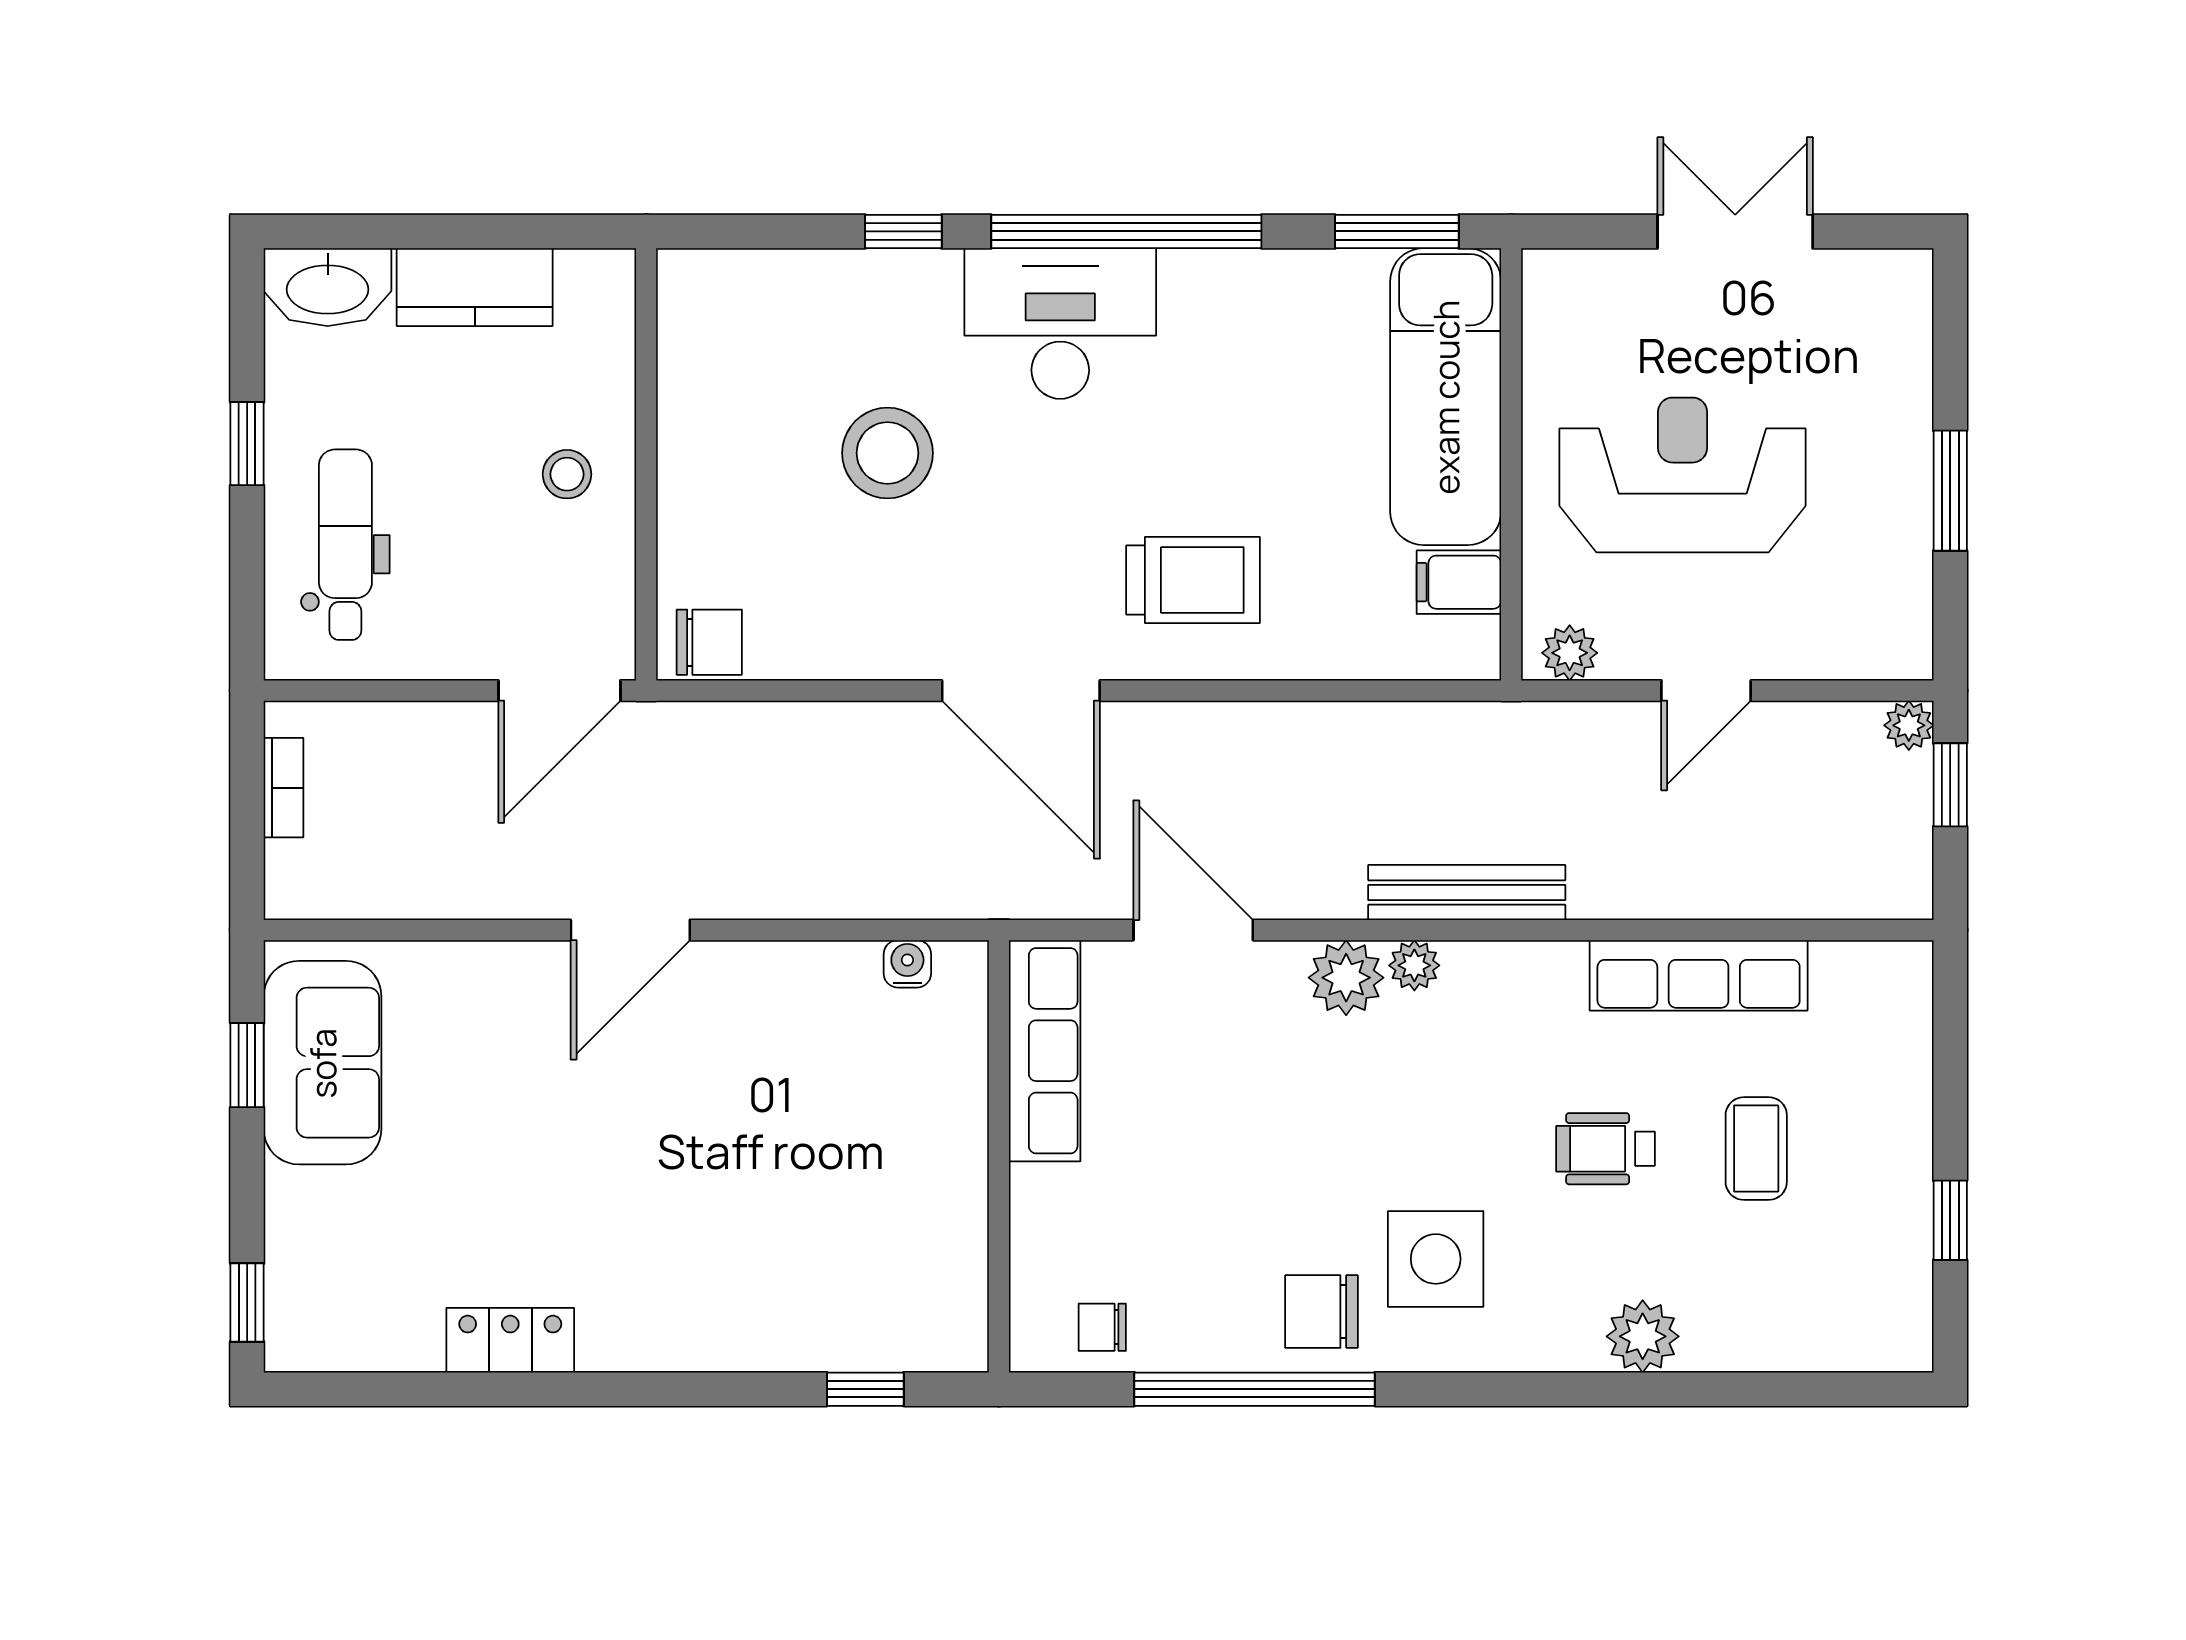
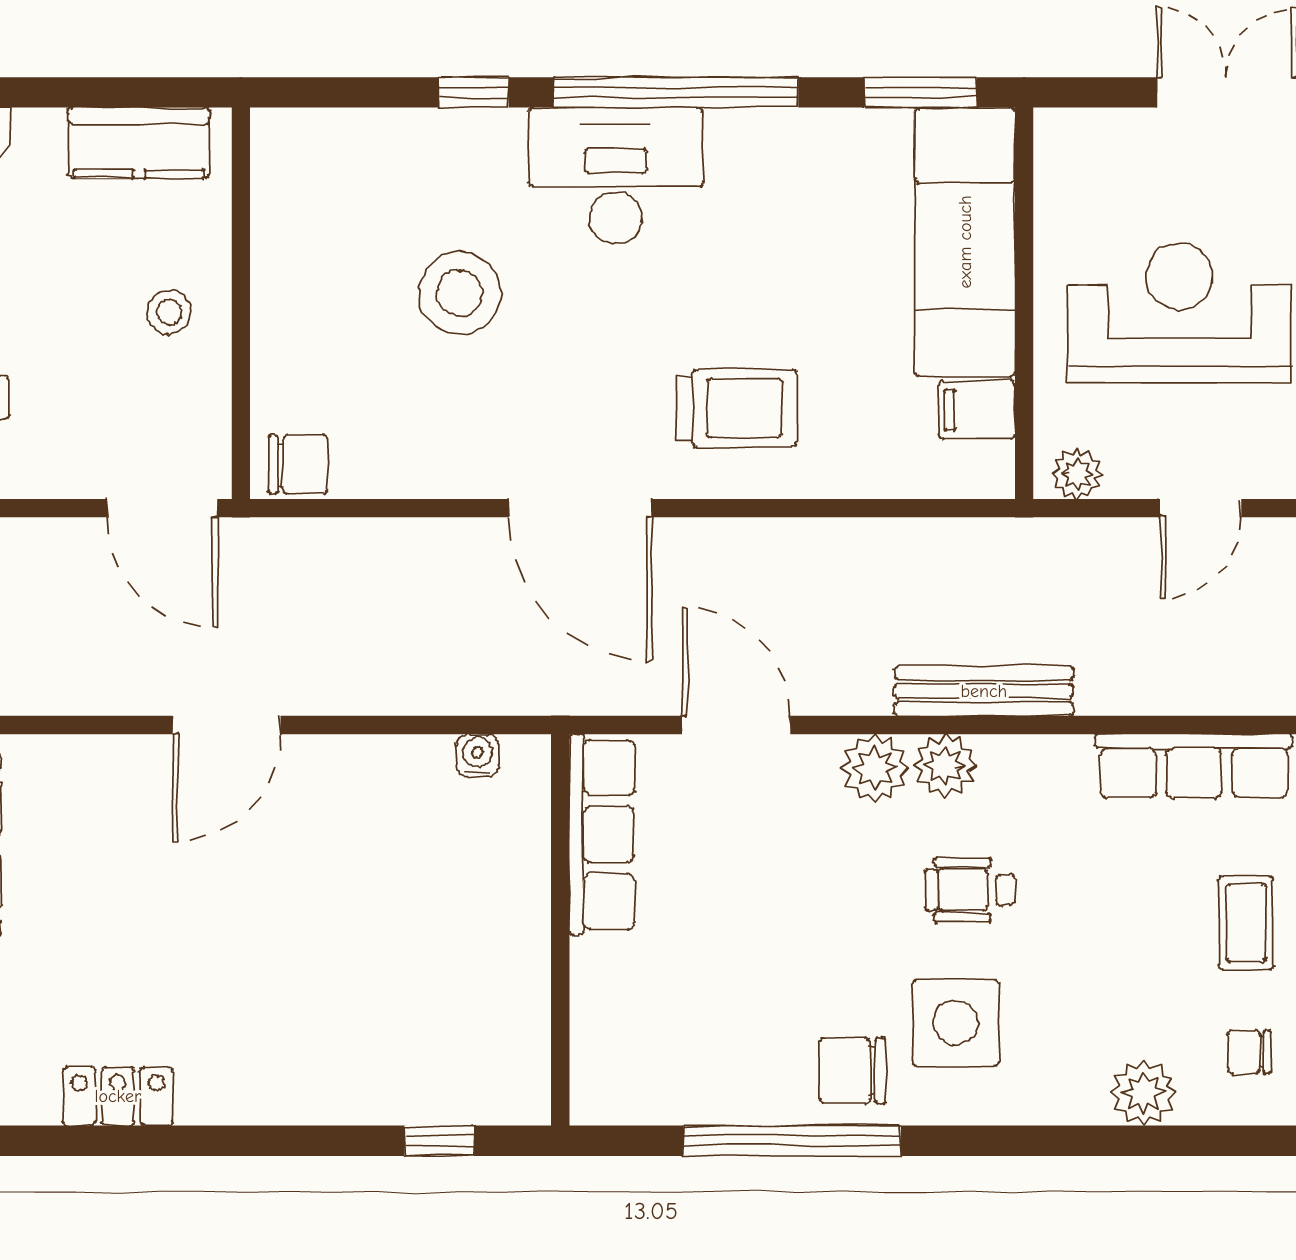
kitchen counter: (475, 287) -> (139, 143), moved
door: (559, 691) -> (162, 508), hinge flipped
plant: (1414, 965) -> (945, 766), width x1.38, depth x1.38
wheelchair: (1605, 1149) -> (970, 890), moved
chair: (1102, 1327) -> (1249, 1052), moved

